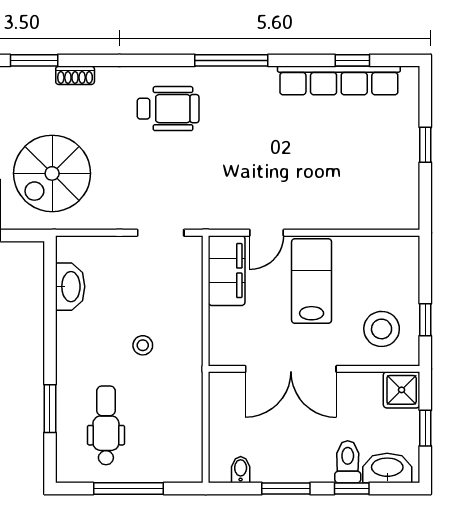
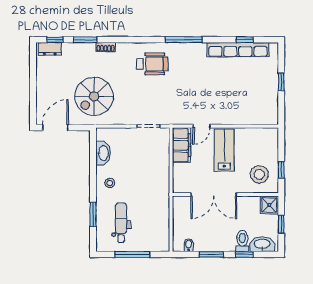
stool: (143, 345) -> (110, 183), moved

